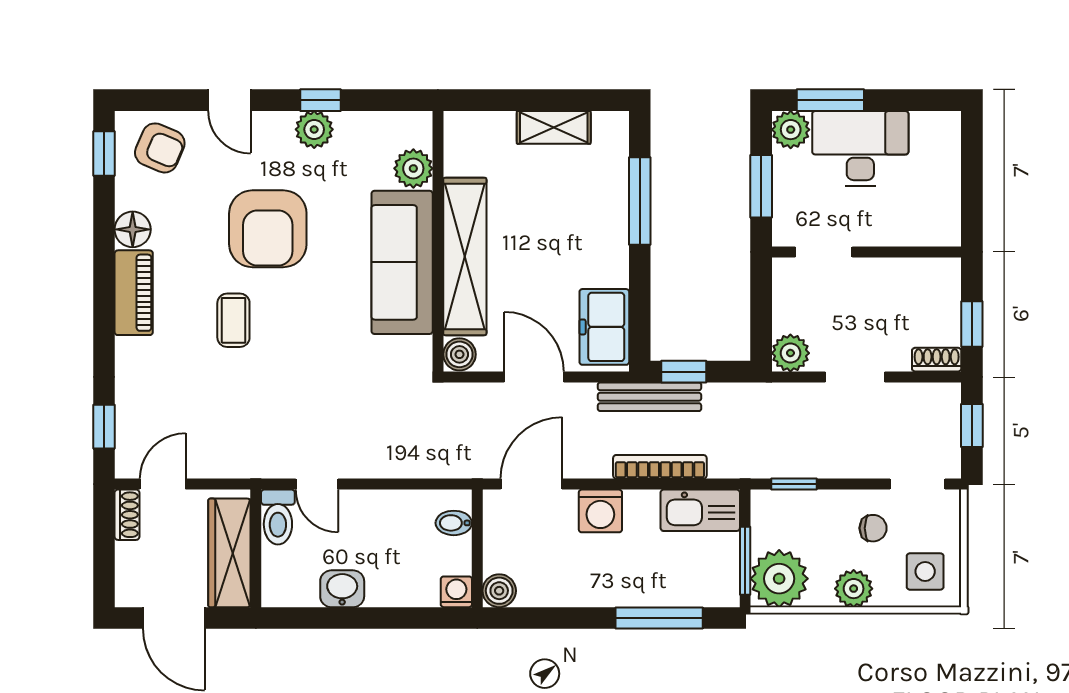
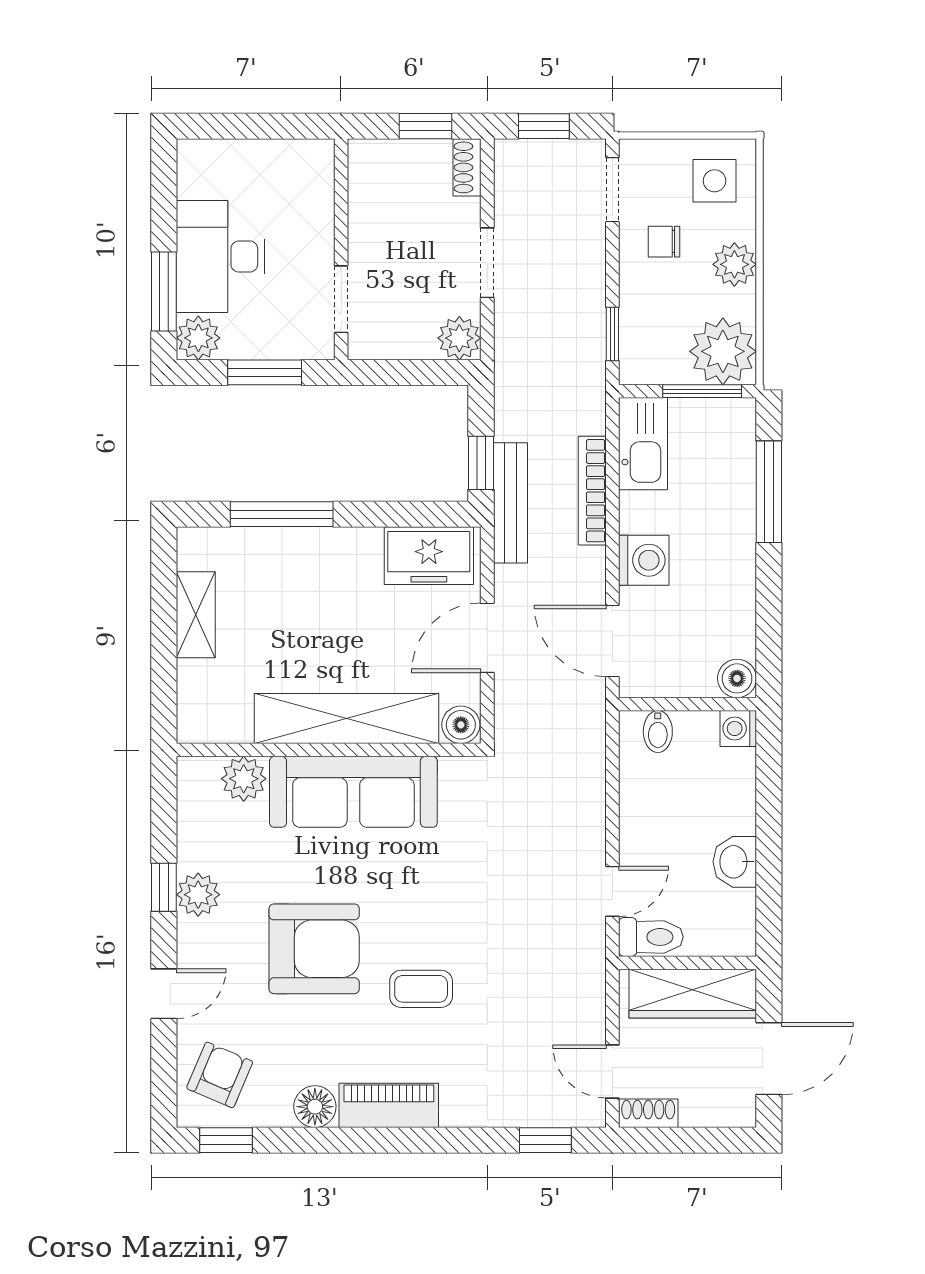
chair: (873, 528) -> (664, 242), turned -90

